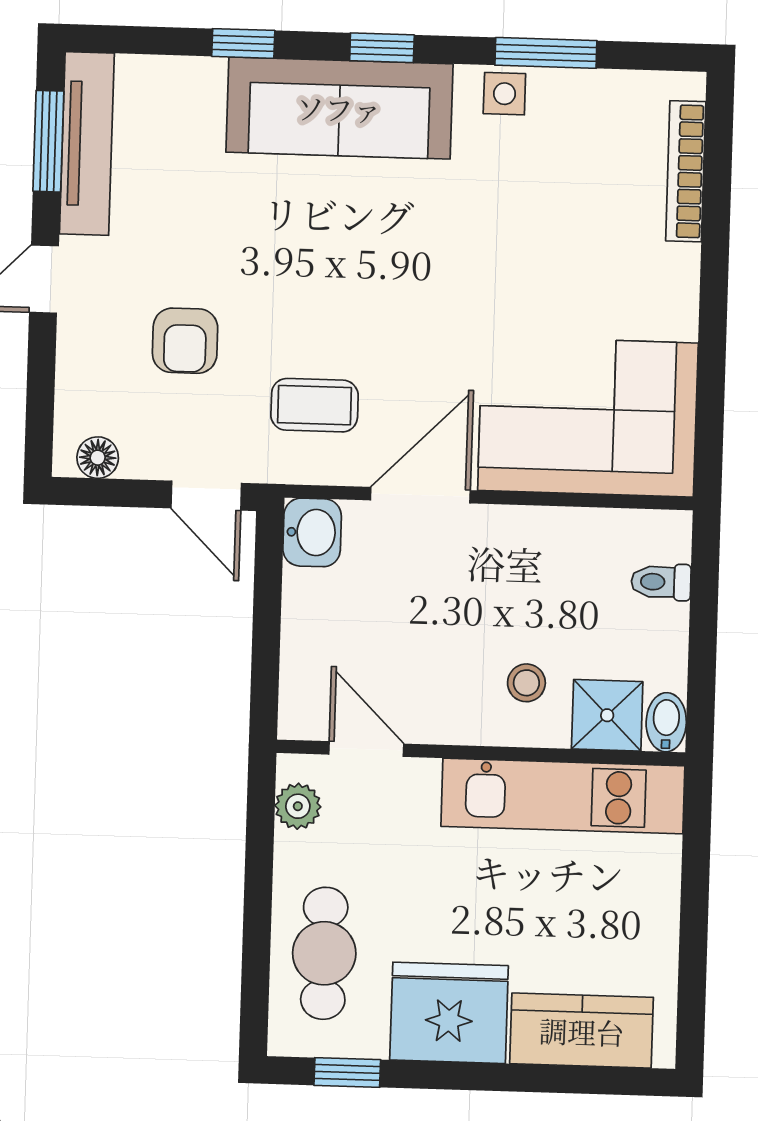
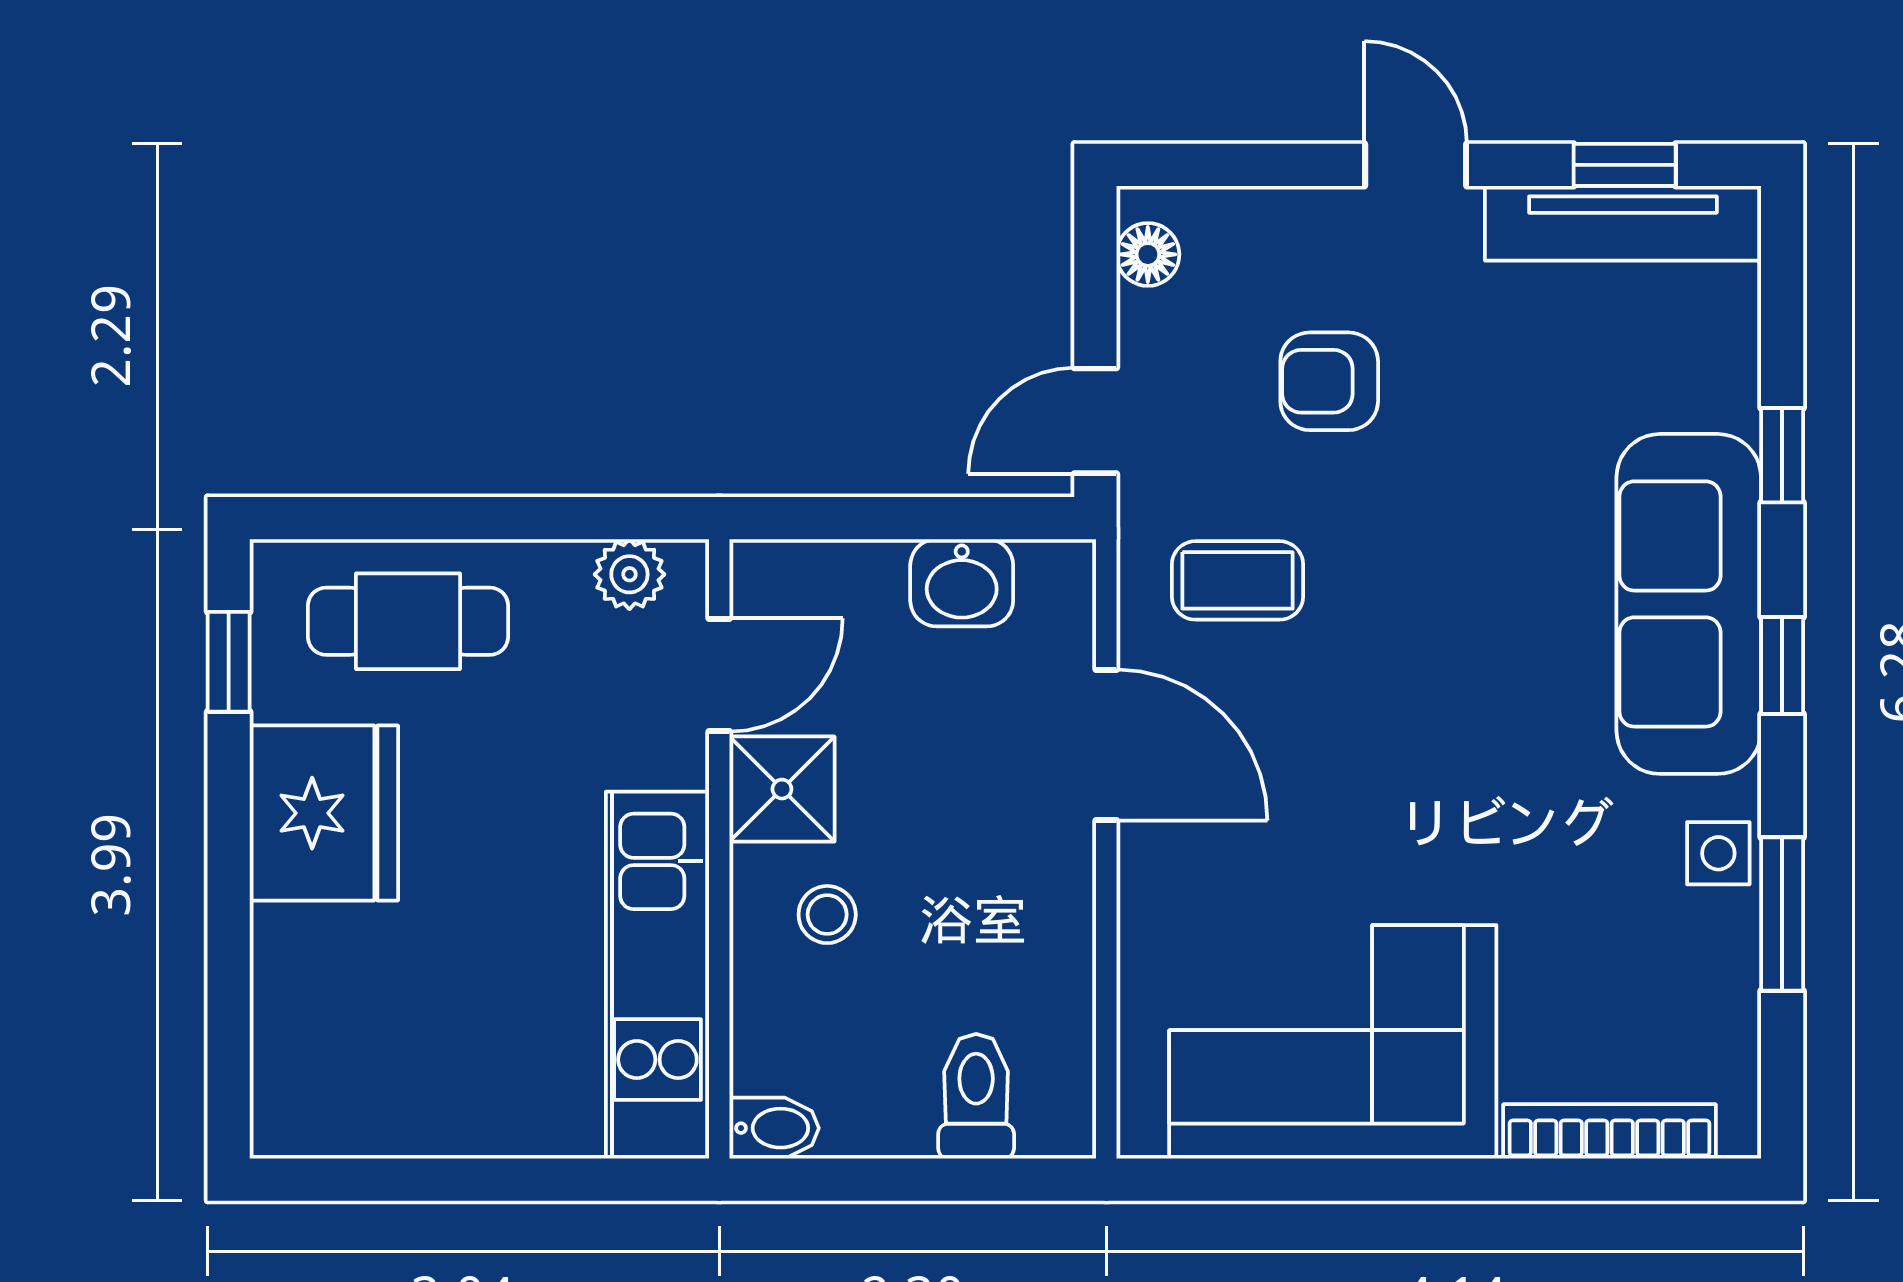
window: (48, 141) -> (1625, 165), width x0.67
coffee table: (315, 405) -> (1238, 580), turned 90
corner sofa: (588, 417) -> (1333, 1042), moved, turned -90
washbasin: (312, 532) -> (962, 583), moved
toilet: (661, 582) -> (976, 1096), width x1.37, depth x1.39
shower: (607, 715) -> (782, 789), moved
kitchen counter: (582, 1031) -> (303, 1015), removed

